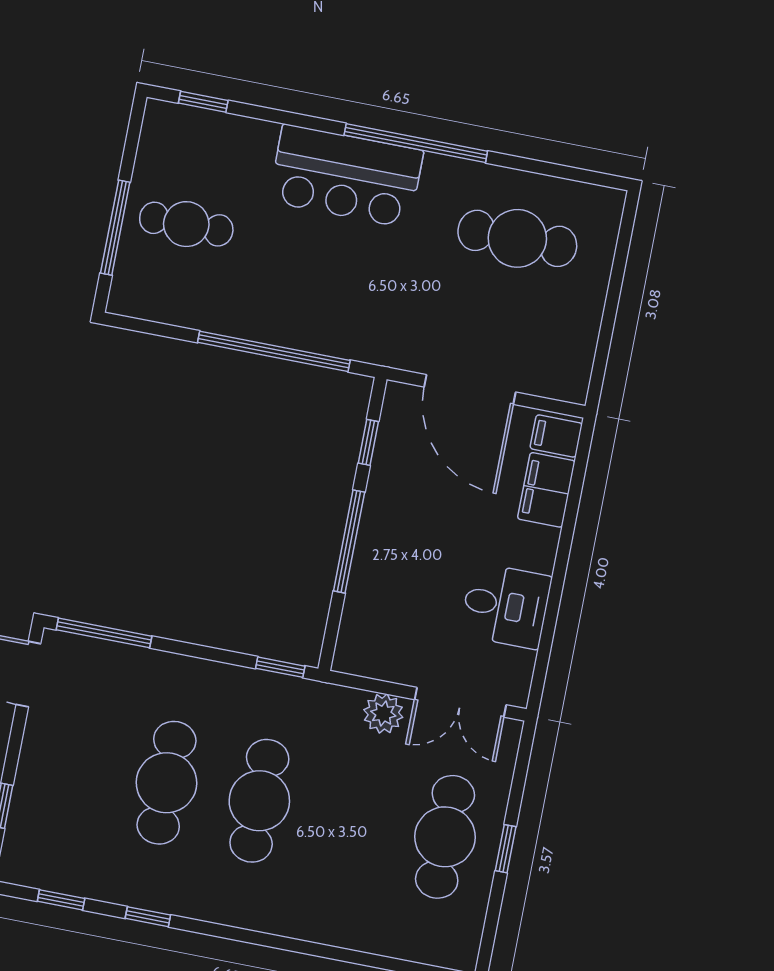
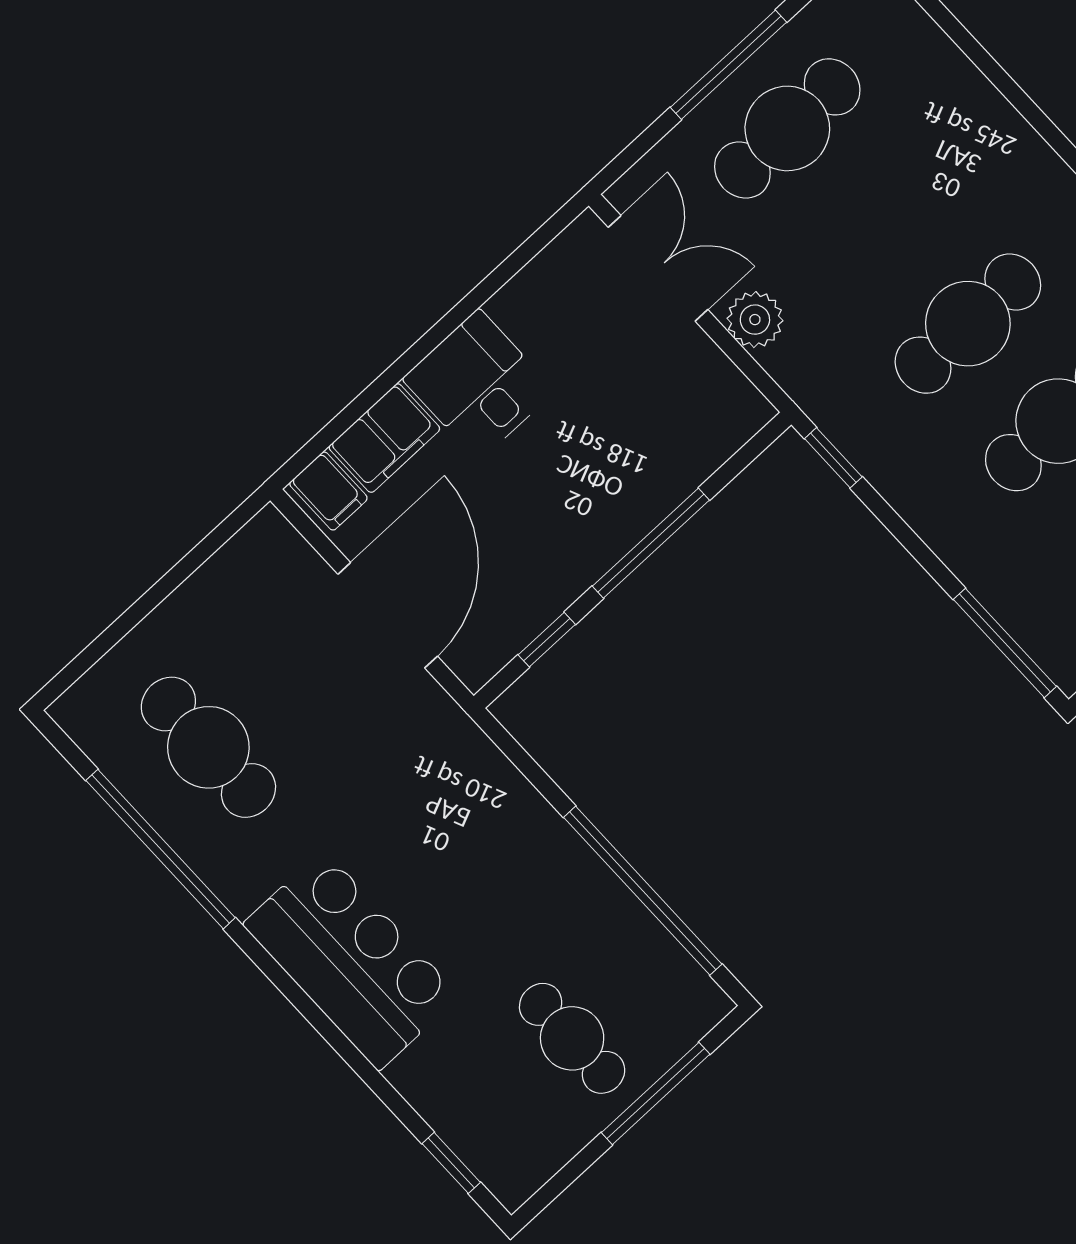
window: (416, 143) -> (161, 849), moved
window: (274, 351) -> (643, 891), moved
desk: (506, 606) -> (479, 385), moved
window: (506, 849) -> (728, 65), width x2.17

